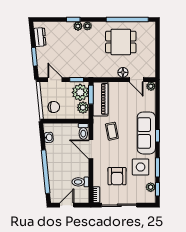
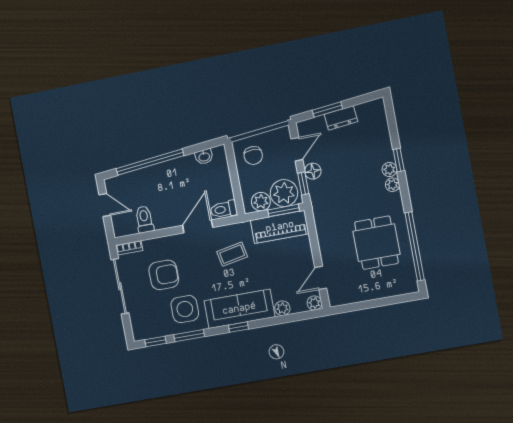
dresser: (40, 37) -> (341, 118), moved
floor lamp: (123, 72) -> (313, 171), moved
armchair: (117, 176) -> (164, 275), turned 180
plant: (151, 187) -> (282, 308), moved

